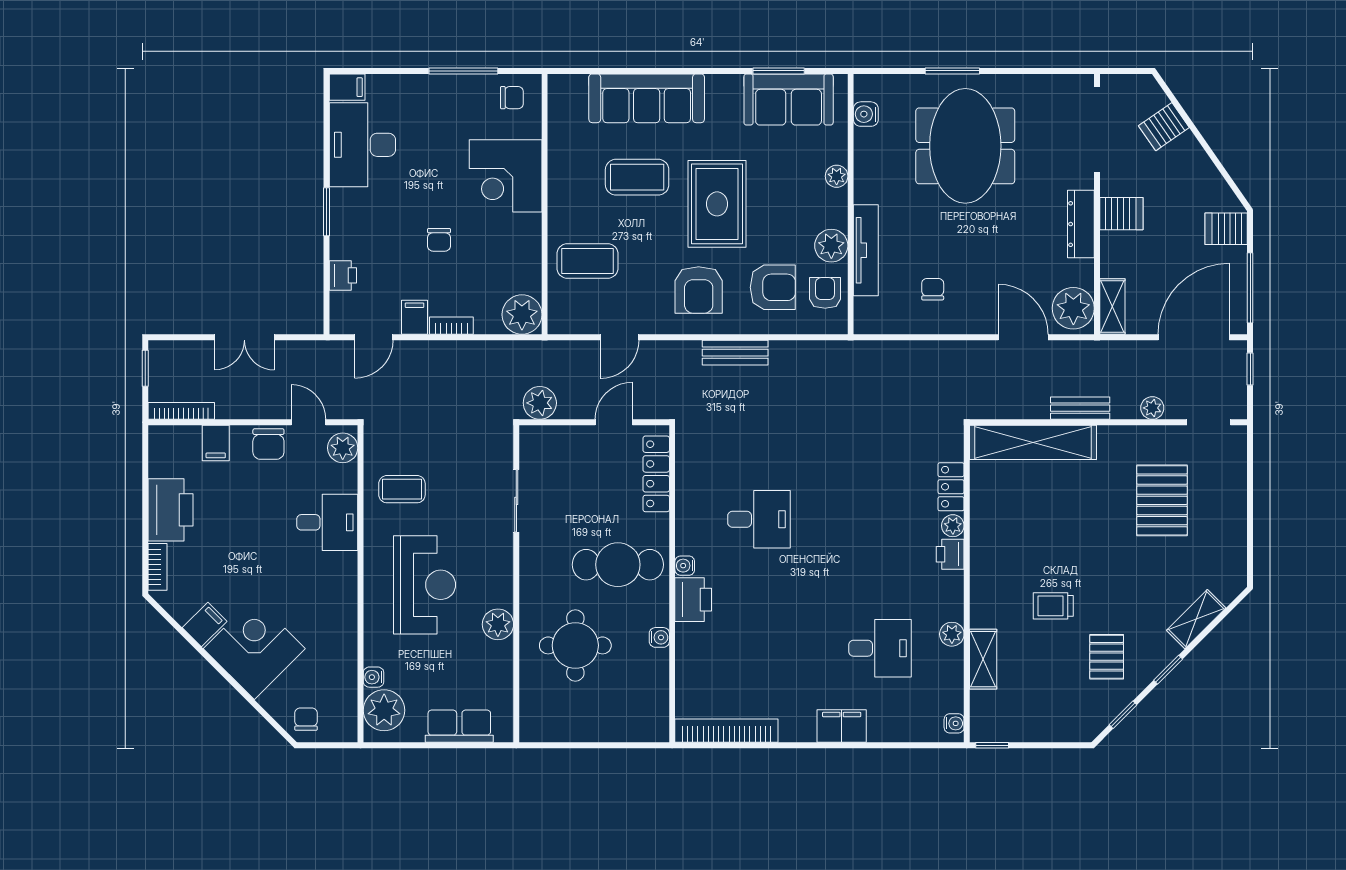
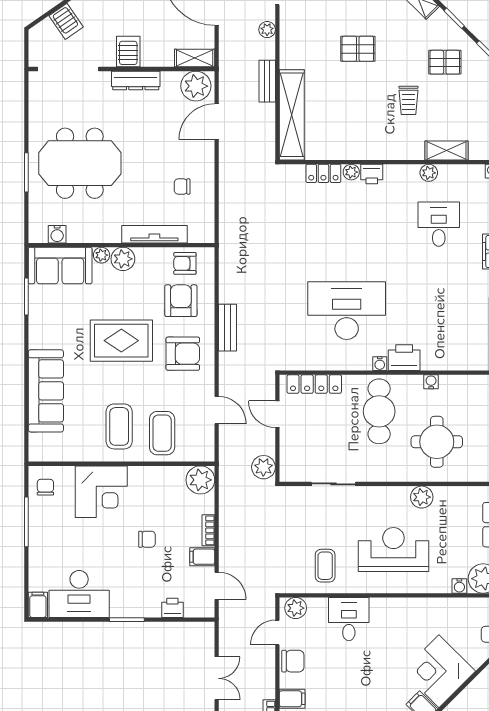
sofa: (789, 100) -> (60, 266), moved, turned 90
coffee table: (637, 177) -> (119, 426), moved
plant: (831, 246) -> (123, 259), moved
pallet: (1162, 500) -> (358, 49), moved, width x0.67, depth x0.71
desk: (759, 519) -> (347, 311), width x1.87, depth x1.30

